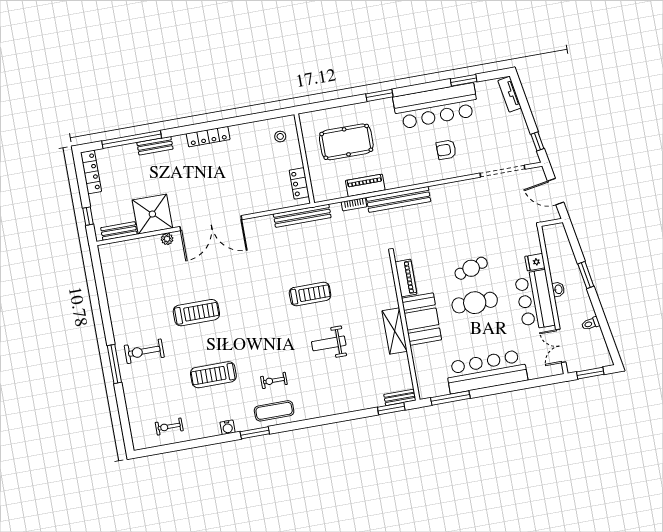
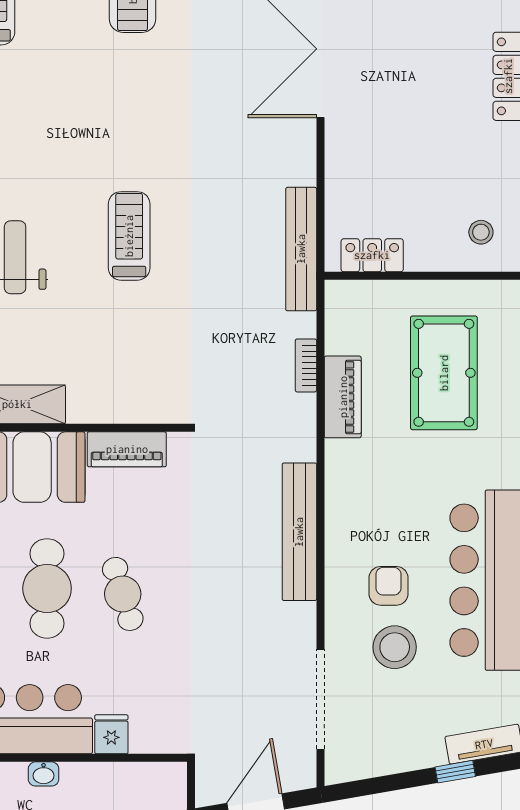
window: (537, 141) -> (455, 772), moved
stool: (473, 142) -> (395, 647), added
bench: (398, 199) -> (299, 532), moved
treadmill: (310, 294) -> (129, 236), turned 180

